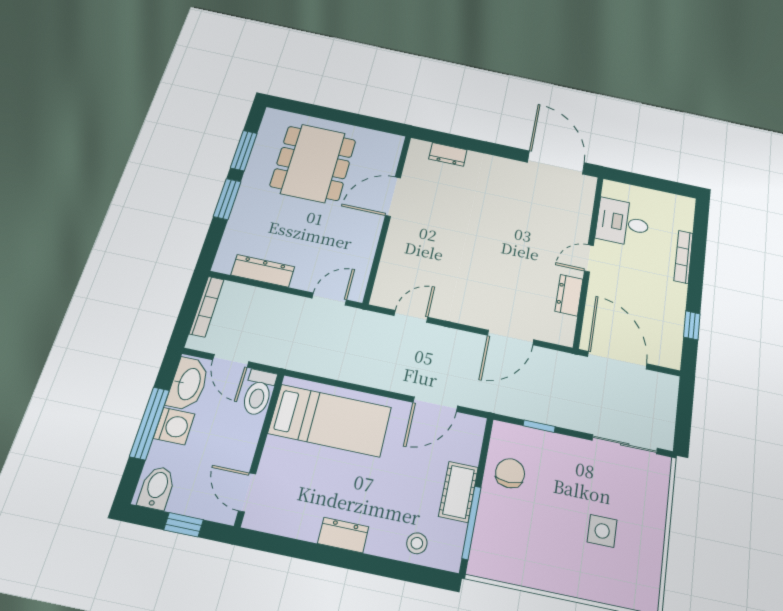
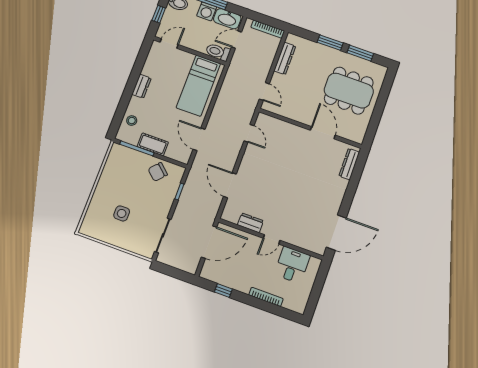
dresser: (448, 154) -> (349, 164), width x1.44
door: (589, 258) -> (272, 239), swing flipped
chair: (510, 473) -> (158, 172), turned 132

